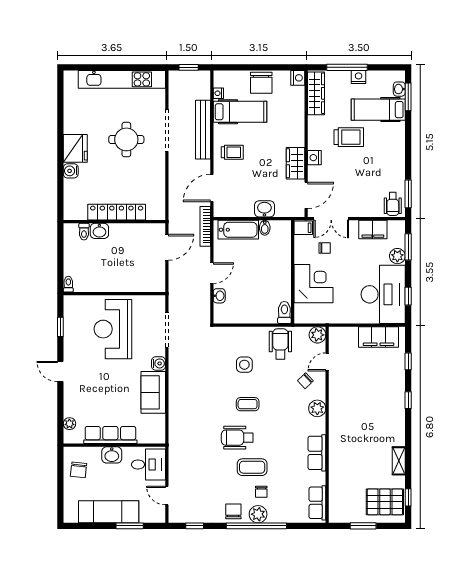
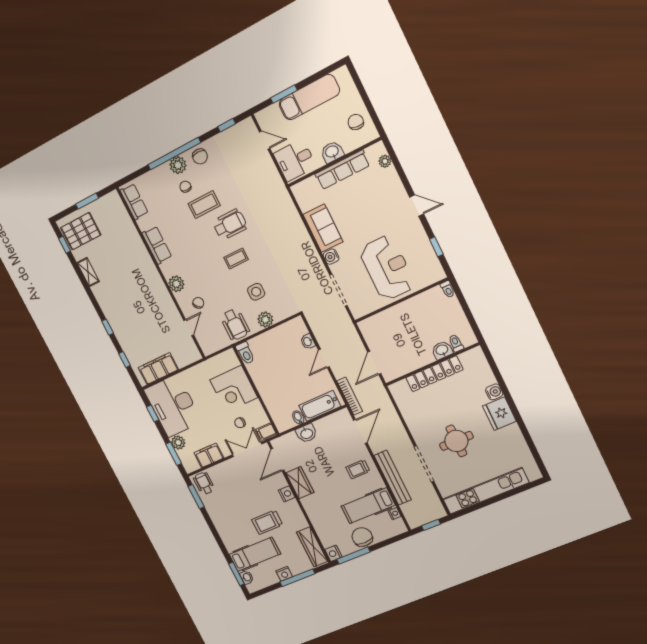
window: (279, 67) -> (353, 556), added
plant: (317, 335) -> (265, 320), moved

